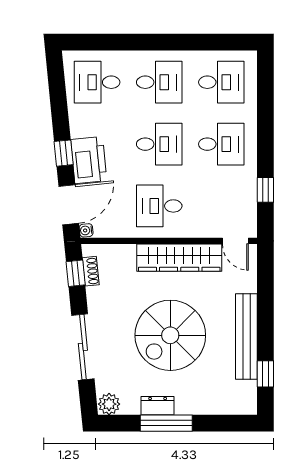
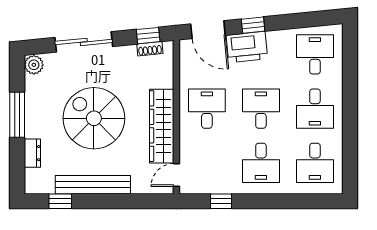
desk: (159, 144) -> (261, 109), turned 180
water cooler: (86, 230) -> (186, 45), removed
dresser: (158, 406) -> (32, 153), moved

